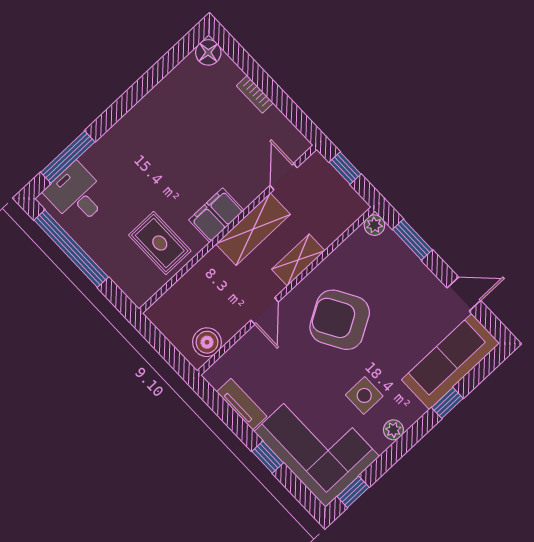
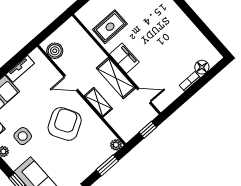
floor lamp: (208, 52) -> (202, 67), moved

